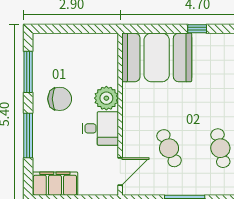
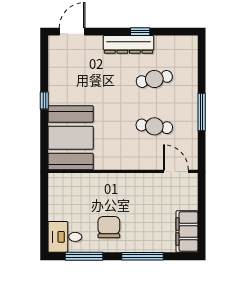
plant: (106, 98) -> (108, 184), removed
desk: (100, 128) -> (65, 237), moved, turned -90
cafe table: (169, 148) -> (154, 126), turned 30

